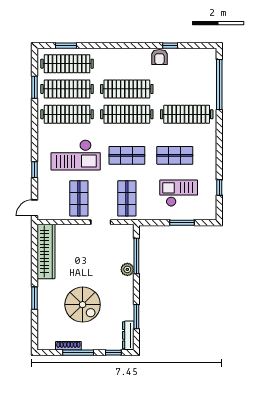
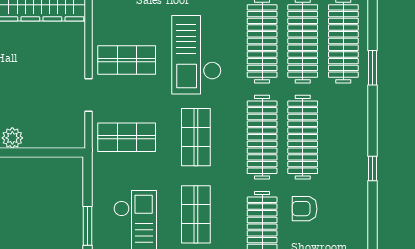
window: (66, 46) -> (372, 68), moved
window: (170, 46) -> (372, 169), moved
armchair: (159, 57) -> (305, 209), moved
window: (136, 256) -> (34, 153), removed

